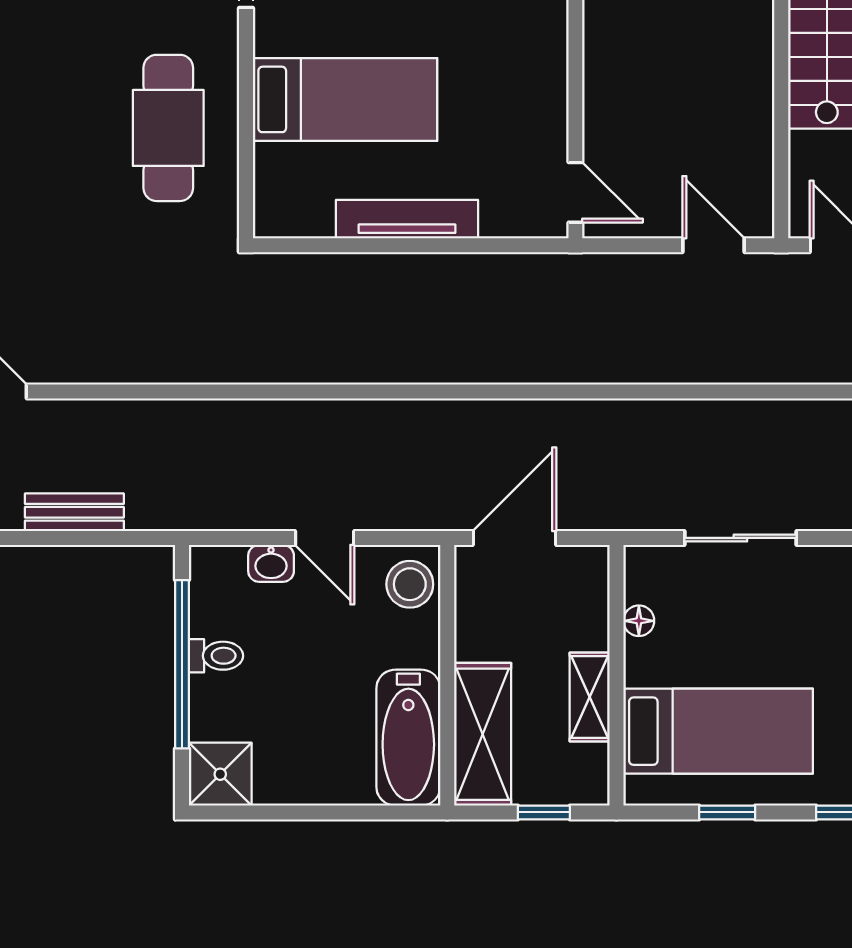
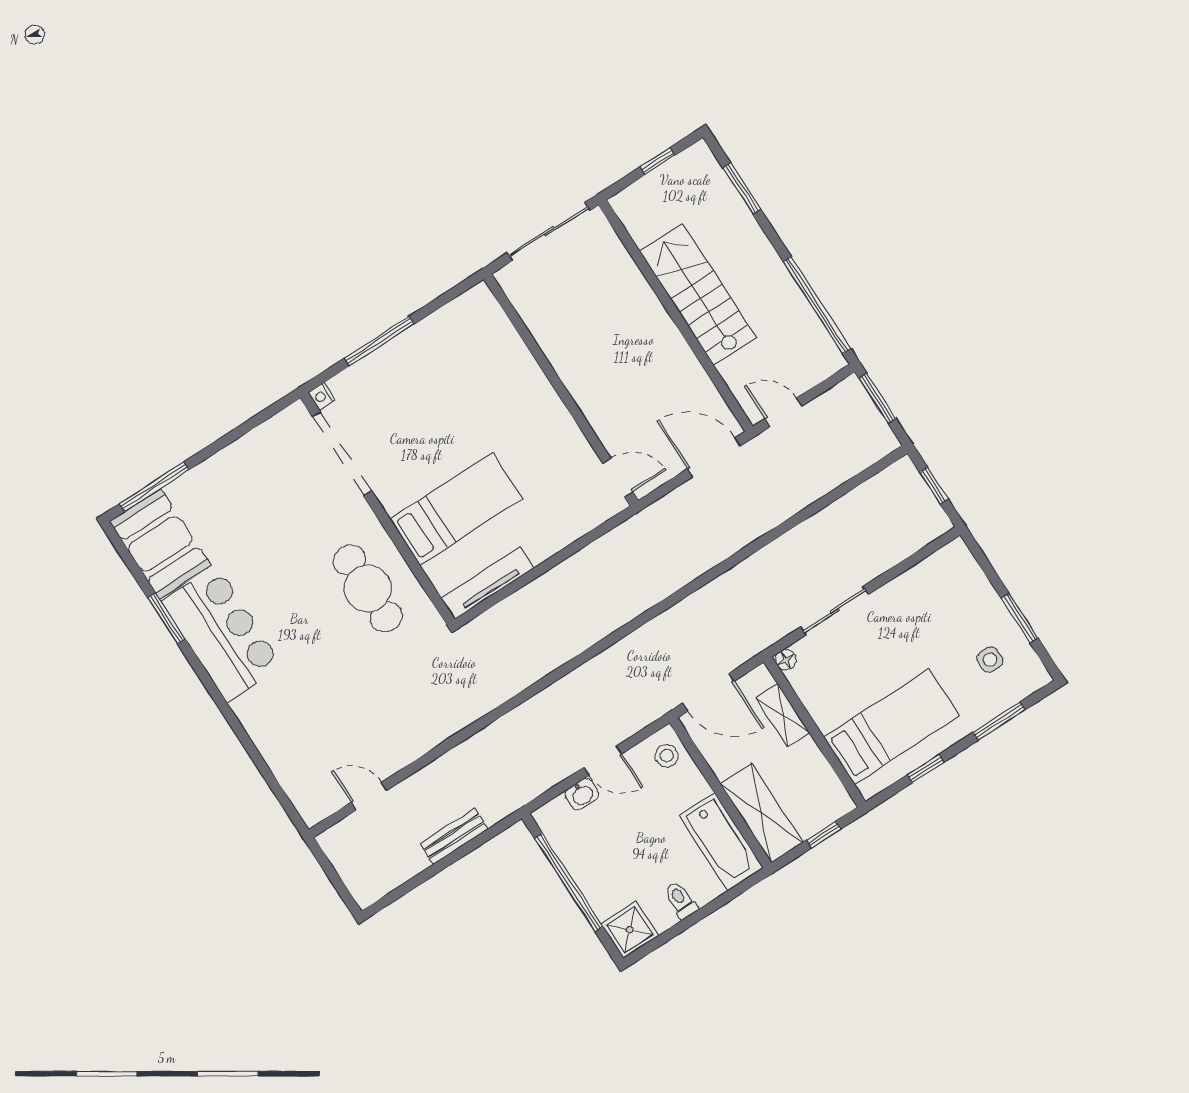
tv unit: (407, 219) -> (487, 583), moved
door: (713, 245) -> (714, 457), width x1.38
door: (514, 538) -> (708, 692), swing flipped
stool: (410, 584) -> (667, 756), width x0.73, depth x0.73
floor lamp: (639, 621) -> (786, 660), moved
toilet: (216, 656) -> (681, 900), moved, turned -90
shelving: (590, 697) -> (783, 715), moved

